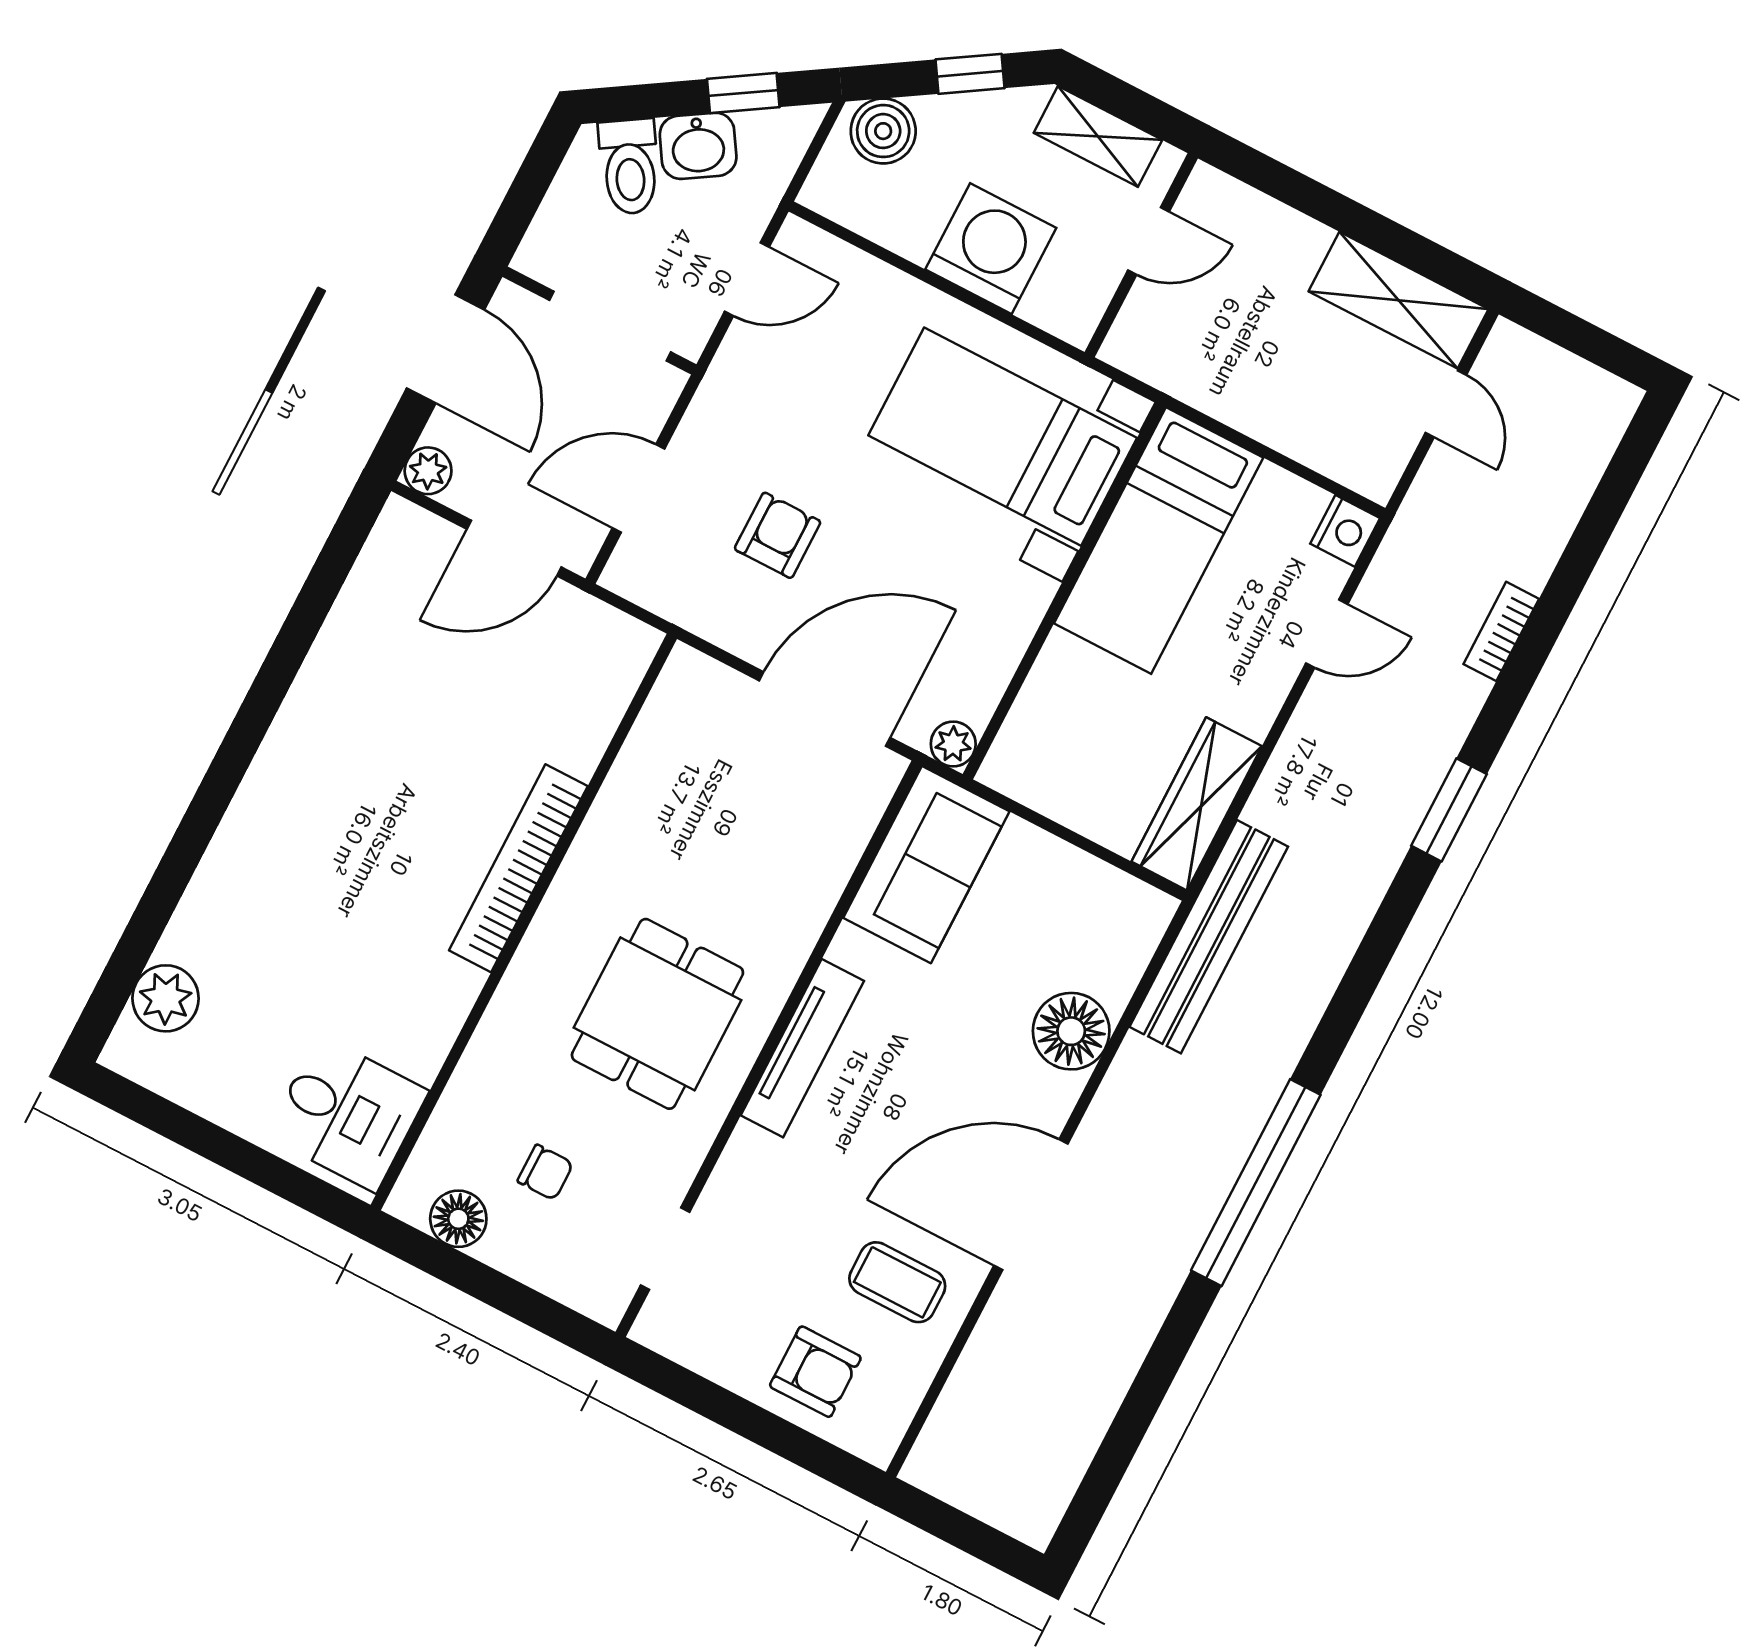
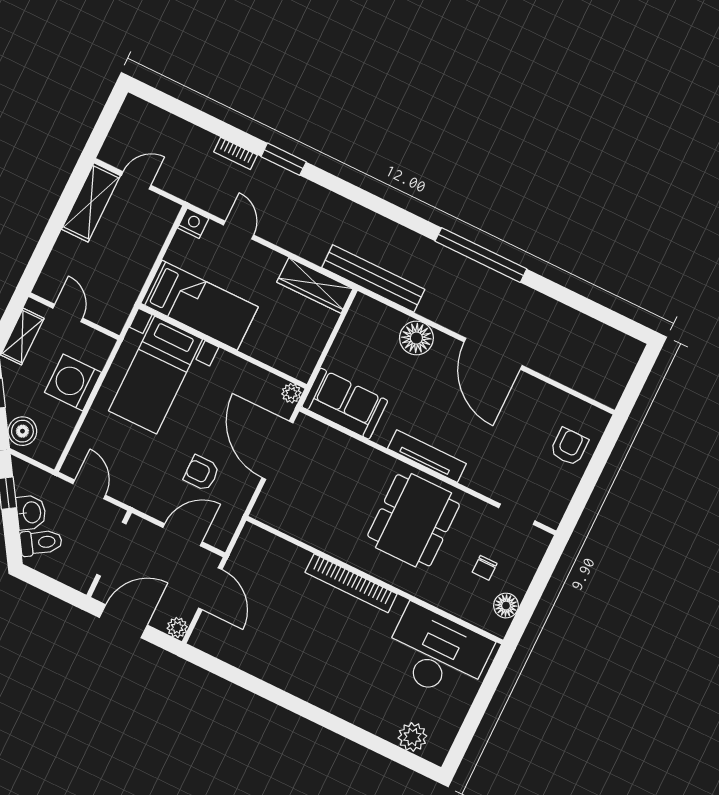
door: (639, 488) -> (183, 535), swing flipped
window: (1449, 810) -> (284, 159), moved
dining table: (657, 1014) -> (414, 520), width x1.38
desk: (347, 1114) -> (437, 653), width x1.87, depth x1.30
chair: (545, 1172) -> (485, 568), turned 180
coffee table: (897, 1282) -> (529, 412), removed

